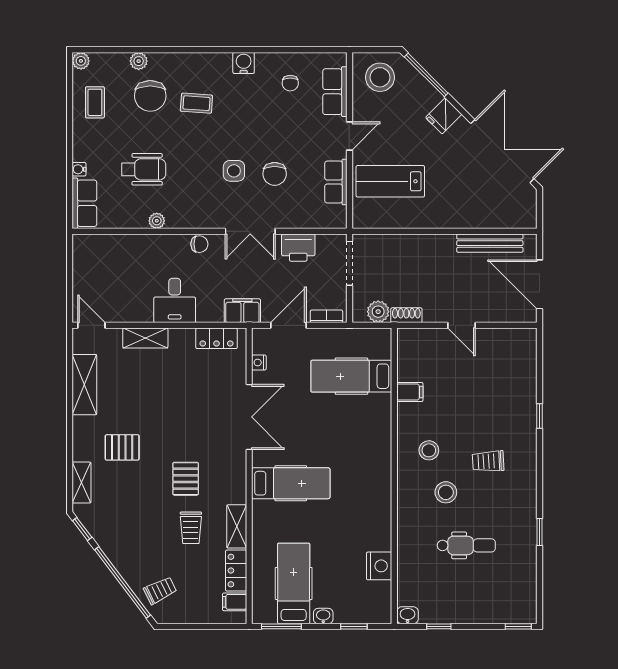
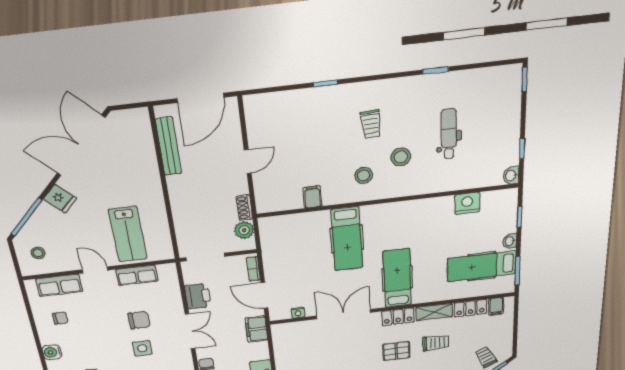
stool: (380, 77) -> (38, 253), width x0.53, depth x0.53
locker: (216, 338) -> (398, 317), moved, turned 90
hospital bed: (351, 376) -> (347, 239), moved

